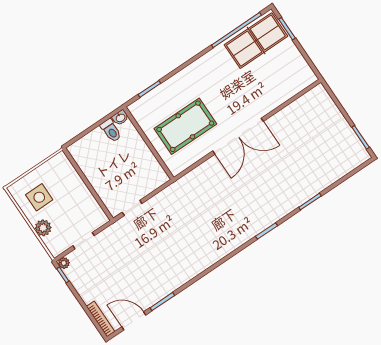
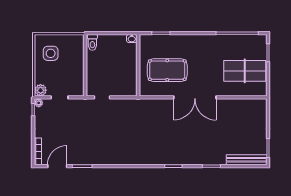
table tennis table: (256, 41) -> (245, 71), moved
toilet: (111, 130) -> (92, 42), moved
bench: (345, 167) -> (247, 160), added
plant: (43, 228) -> (41, 90), moved
door: (134, 321) -> (57, 166), hinge flipped

